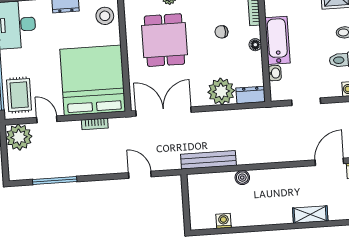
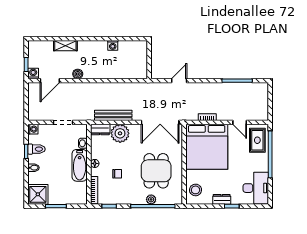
plant: (19, 137) -> (259, 112), removed
bench: (208, 160) -> (113, 115), moved
door: (140, 175) -> (179, 81), swing flipped
boiler: (242, 178) -> (78, 74), moved
washing machine: (224, 221) -> (113, 45), moved

